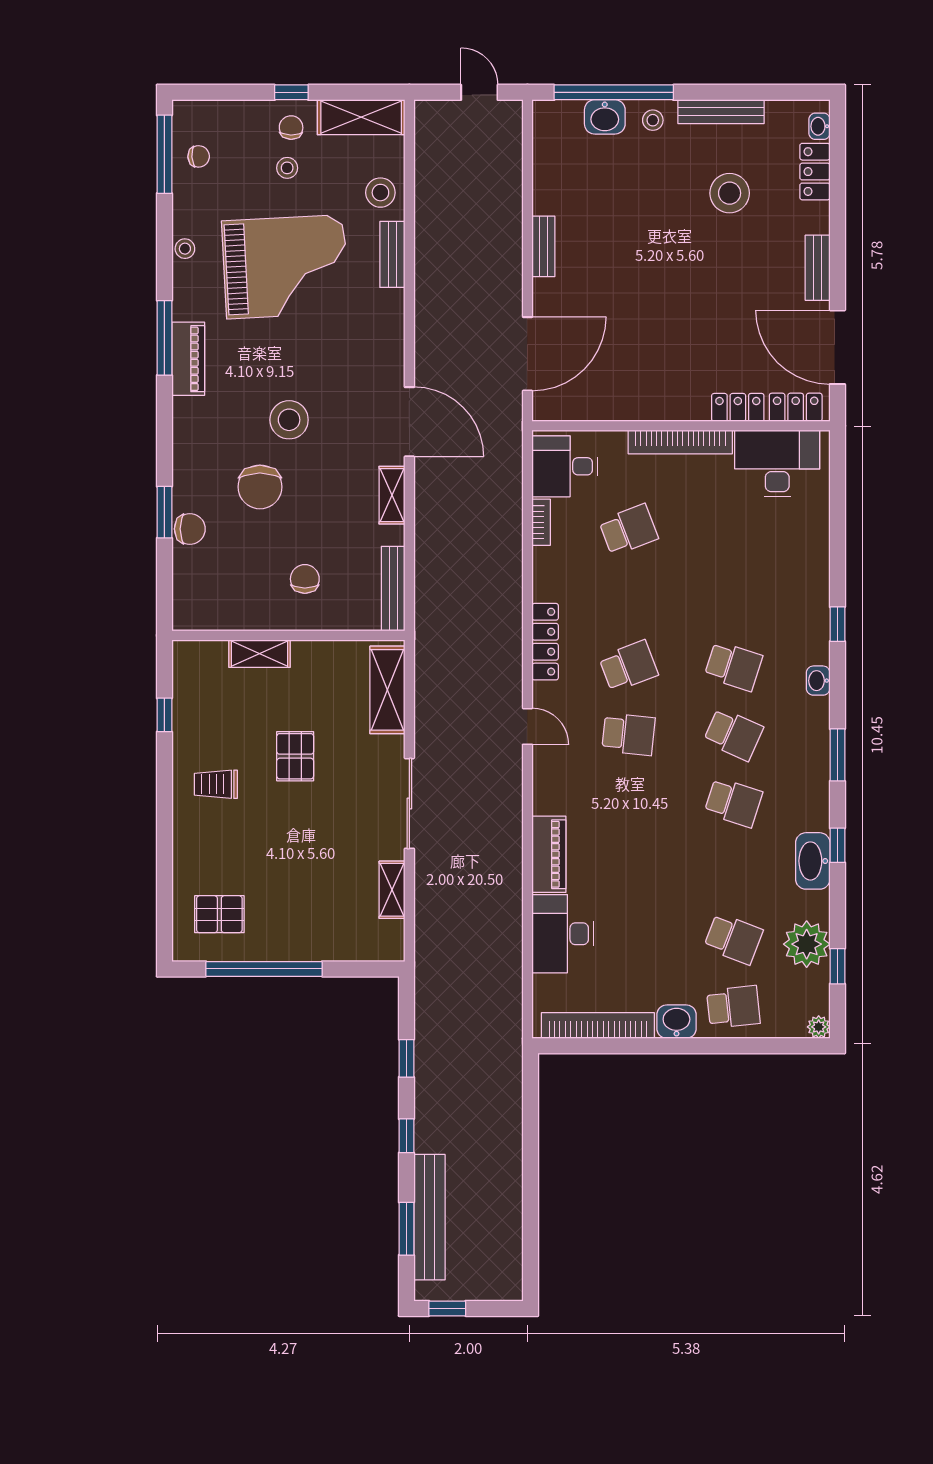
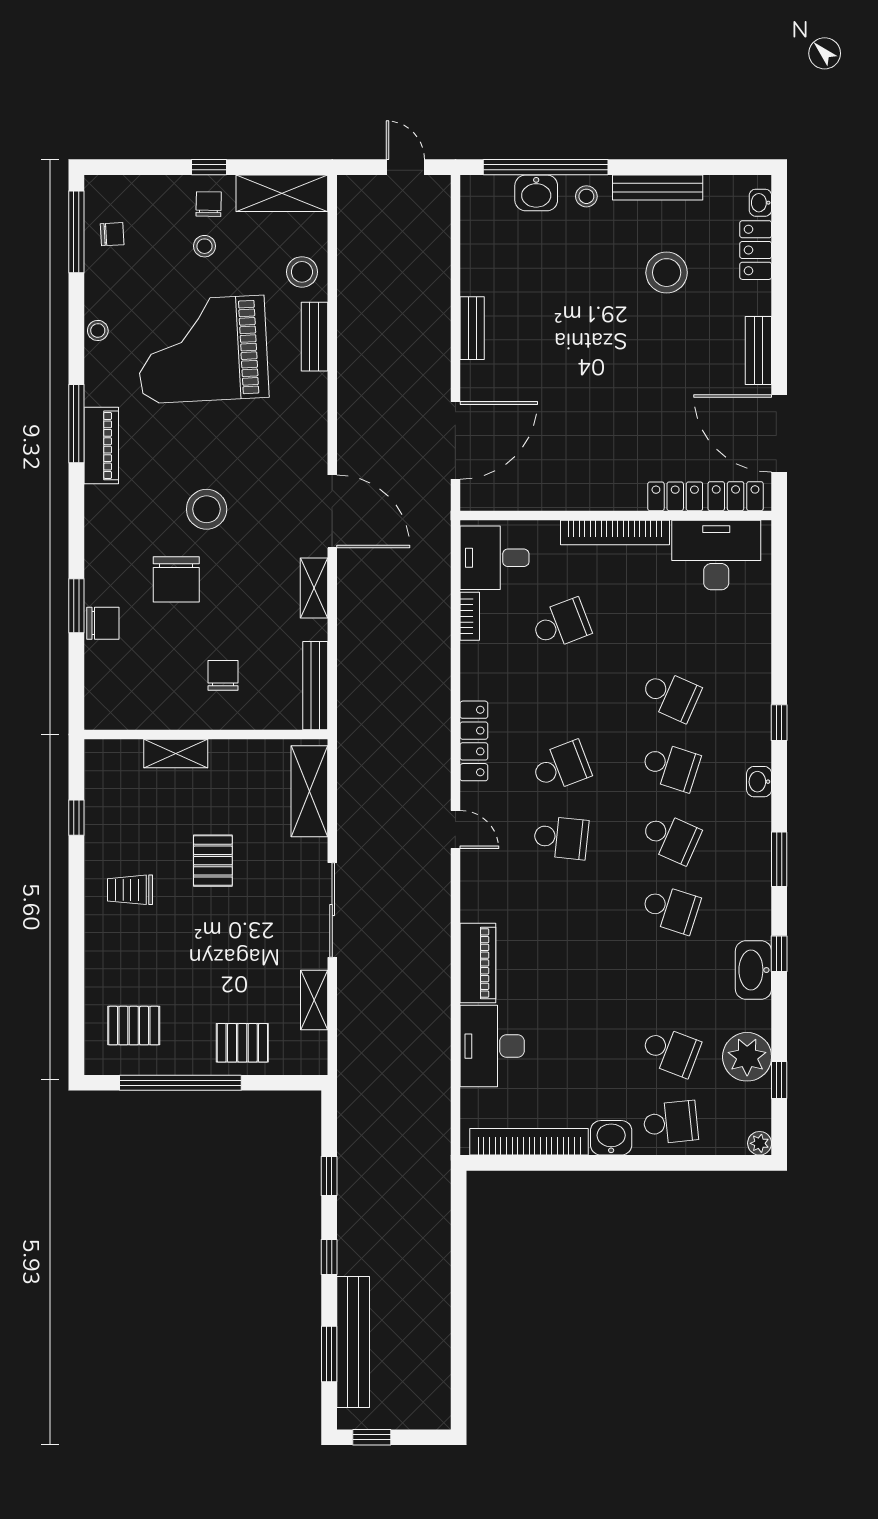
grand piano: (285, 267) -> (203, 349), turned 180
school desk: (733, 598) -> (671, 695), added
pallet: (323, 931) -> (242, 1043), added

